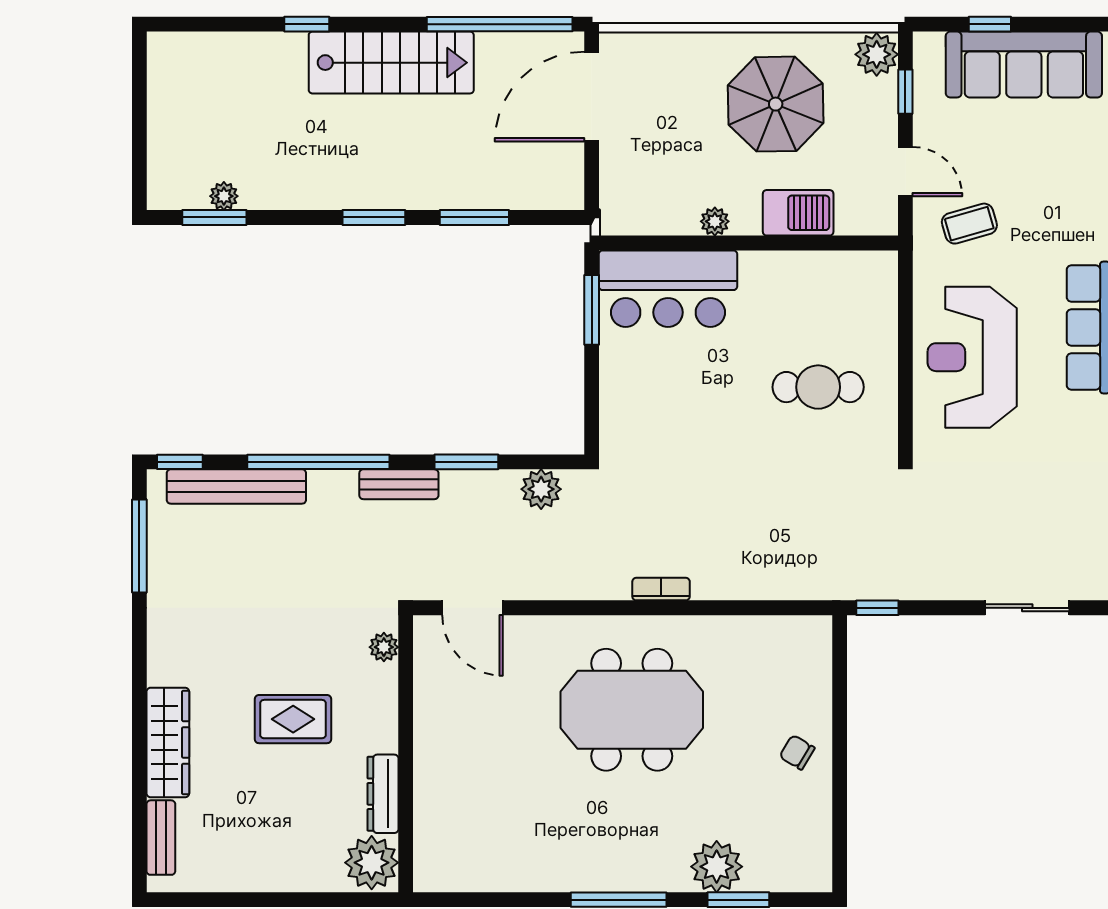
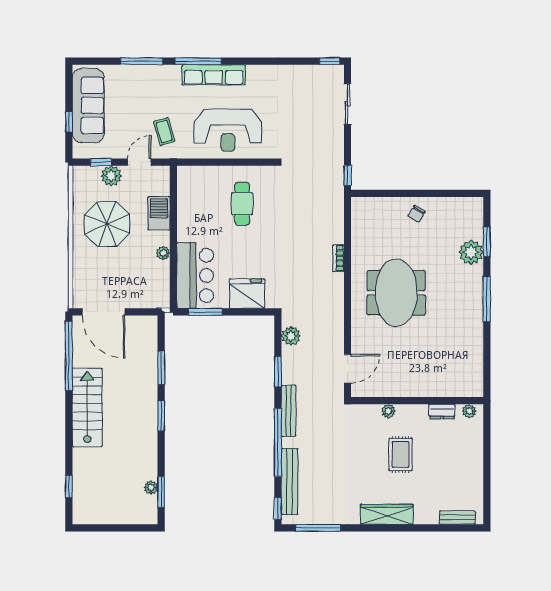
window: (307, 24) -> (69, 486), moved
plant: (877, 54) -> (111, 176), moved
fridge: (630, 397) -> (247, 294), added
bench: (399, 484) -> (289, 411), width x1.36
bookcase: (661, 589) -> (339, 258), moved
plant: (384, 647) -> (388, 411), moved
wardrobe: (168, 742) -> (387, 514), moved
dresser: (383, 794) -> (442, 412), width x0.70
plant: (372, 863) -> (469, 411), width x0.53, depth x0.53

